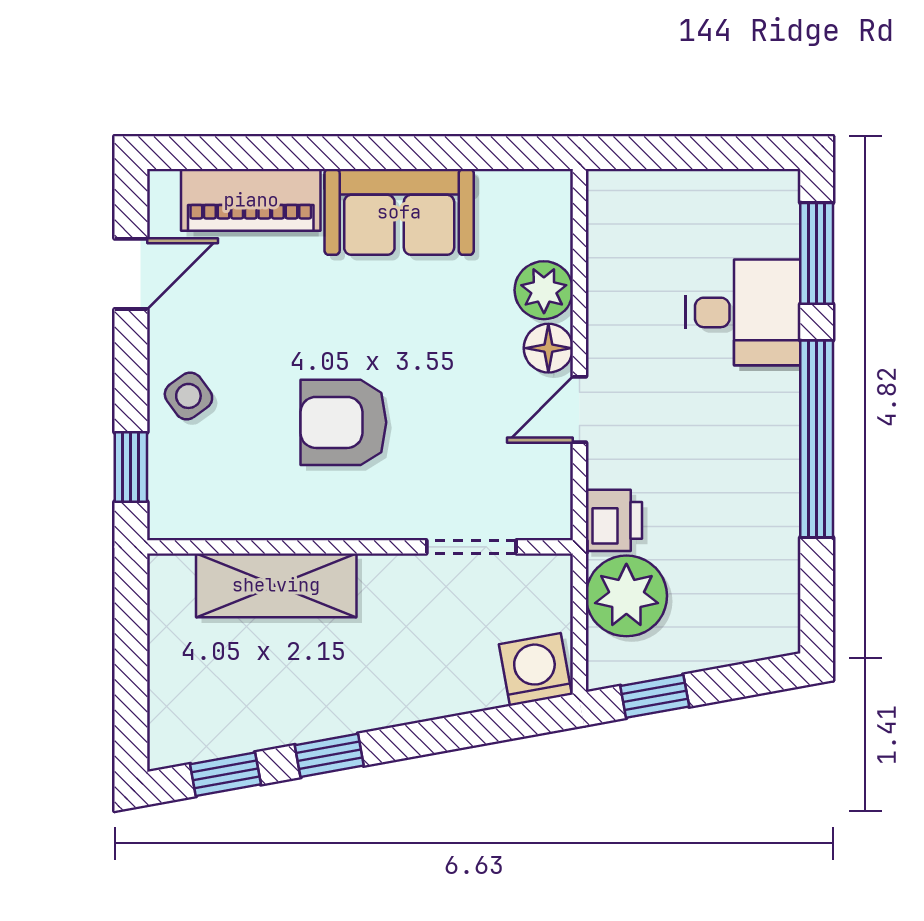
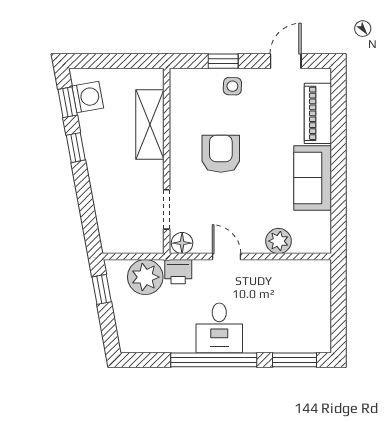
door: (131, 274) -> (286, 61), swing flipped
desk: (743, 312) -> (219, 328), moved
floor lamp: (548, 348) -> (182, 243), moved
side table: (188, 396) -> (232, 86), turned 38
window: (131, 467) -> (223, 61), moved
washing machine: (535, 670) -> (88, 97), moved

